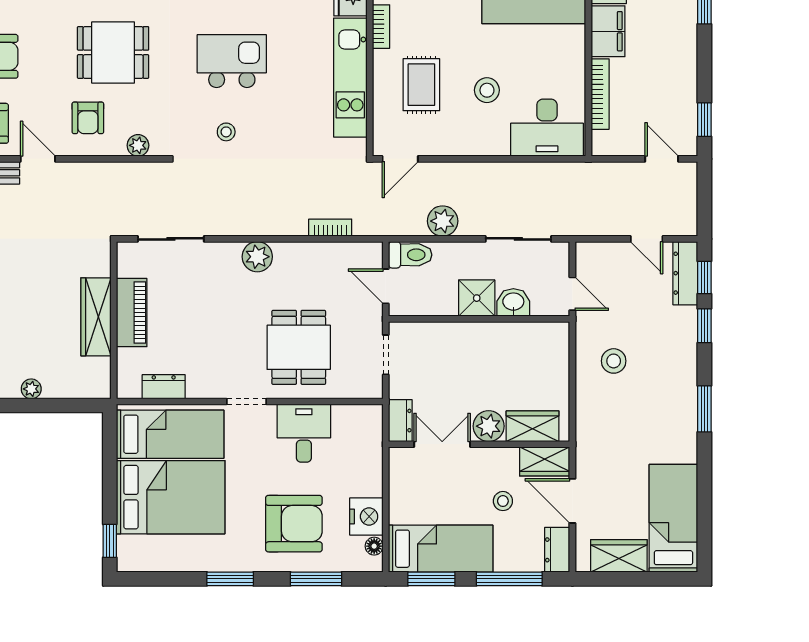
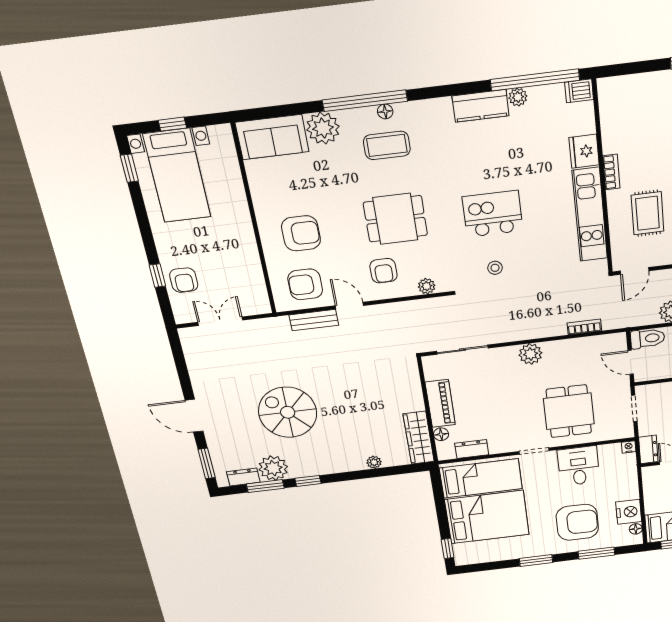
wardrobe: (96, 317) -> (419, 438), moved
floor lamp: (126, 359) -> (441, 434), added
nightstand: (374, 413) -> (629, 447), added

